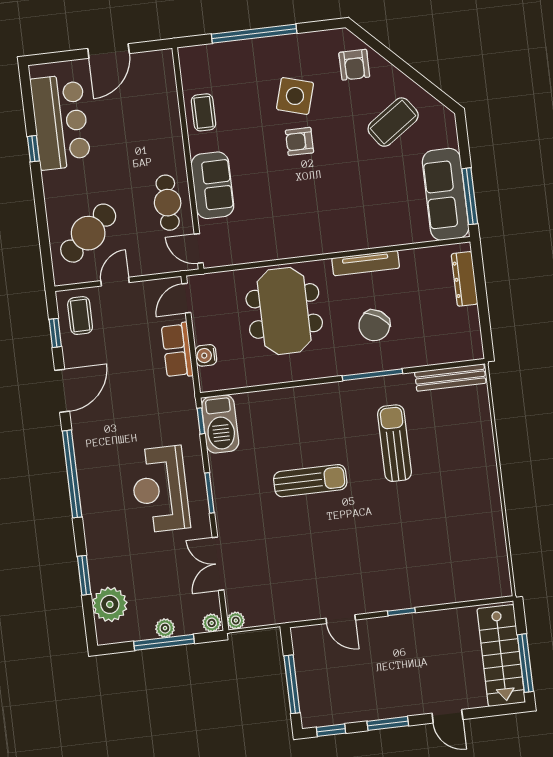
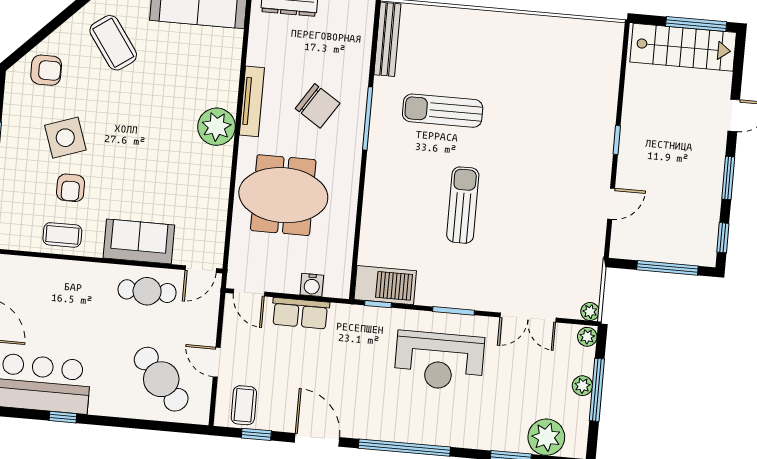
side table: (295, 96) -> (65, 138), turned -35
armchair: (299, 141) -> (71, 188), moved
plant: (335, 235) -> (217, 127), added
coffee table: (80, 316) -> (244, 405), turned 90

